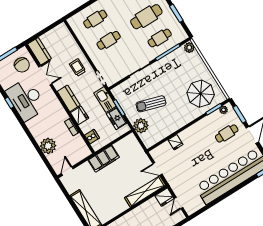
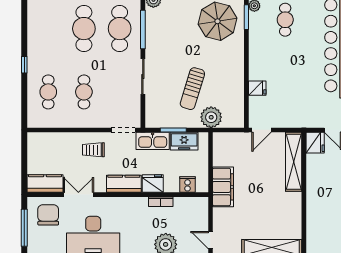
cafe table: (160, 38) -> (120, 29), width x1.37, depth x1.35
chair: (22, 65) -> (48, 215), turned -90
door: (157, 169) -> (262, 130), moved

